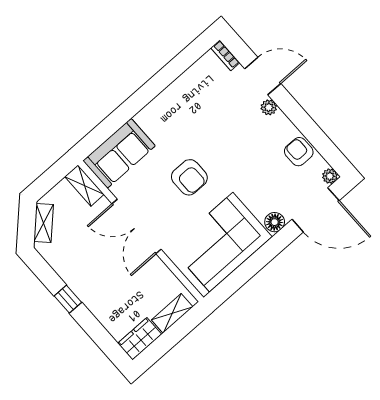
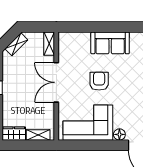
sofa: (119, 153) -> (110, 43), moved
armchair: (189, 177) -> (99, 81), turned 180

